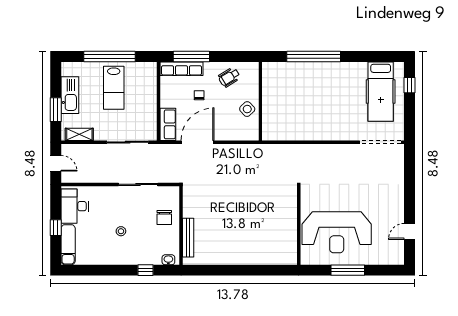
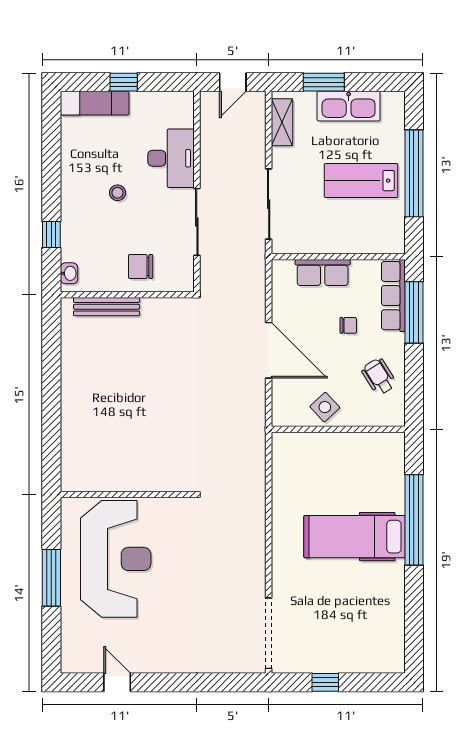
window: (409, 85) -> (325, 682), moved
hospital bed: (381, 92) -> (354, 537), moved
row of seats: (168, 124) -> (323, 272), moved
door: (198, 142) -> (269, 350), moved
desk: (75, 206) -> (171, 158), moved, turned 90
reception desk: (337, 232) -> (116, 559), turned 180

